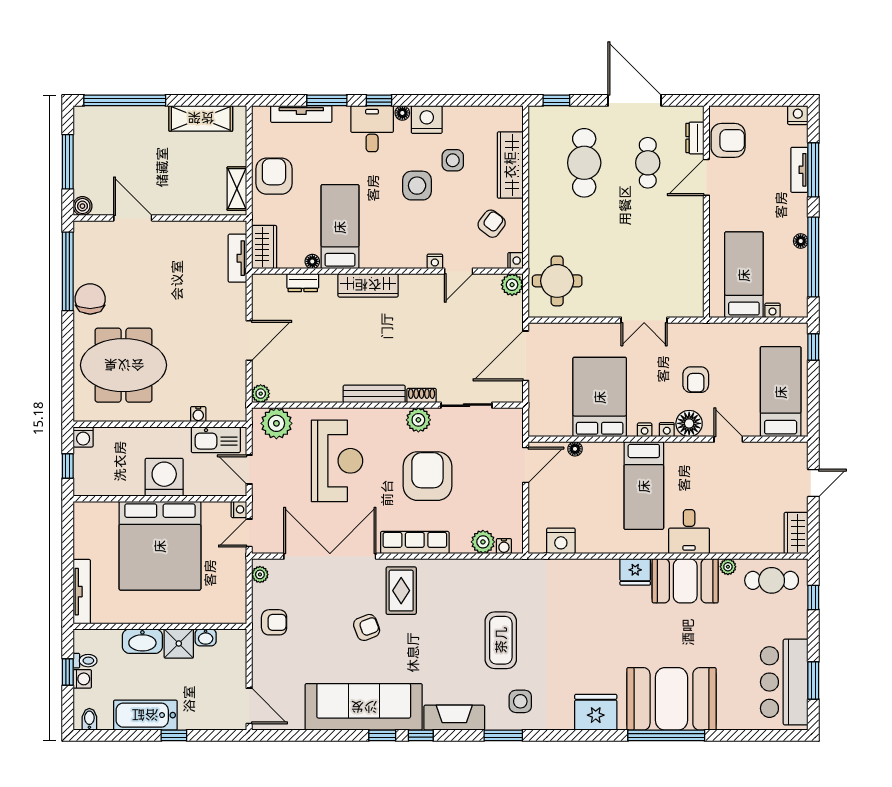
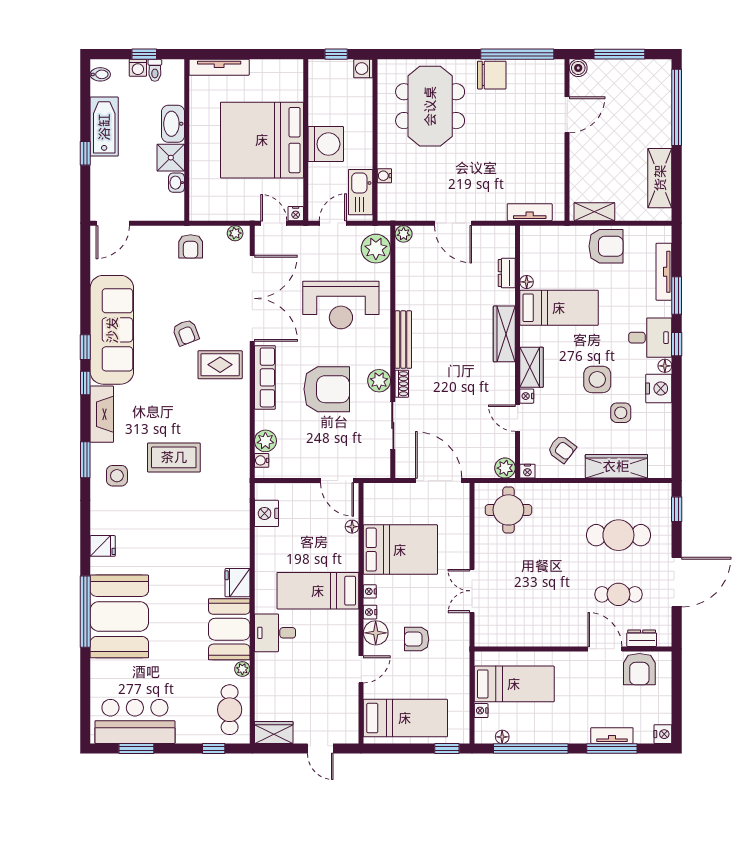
floor lamp: (801, 241) -> (502, 737), moved
wardrobe: (264, 247) -> (532, 367), moved, turned -90
fridge: (596, 712) -> (103, 546), width x0.53, depth x0.75

